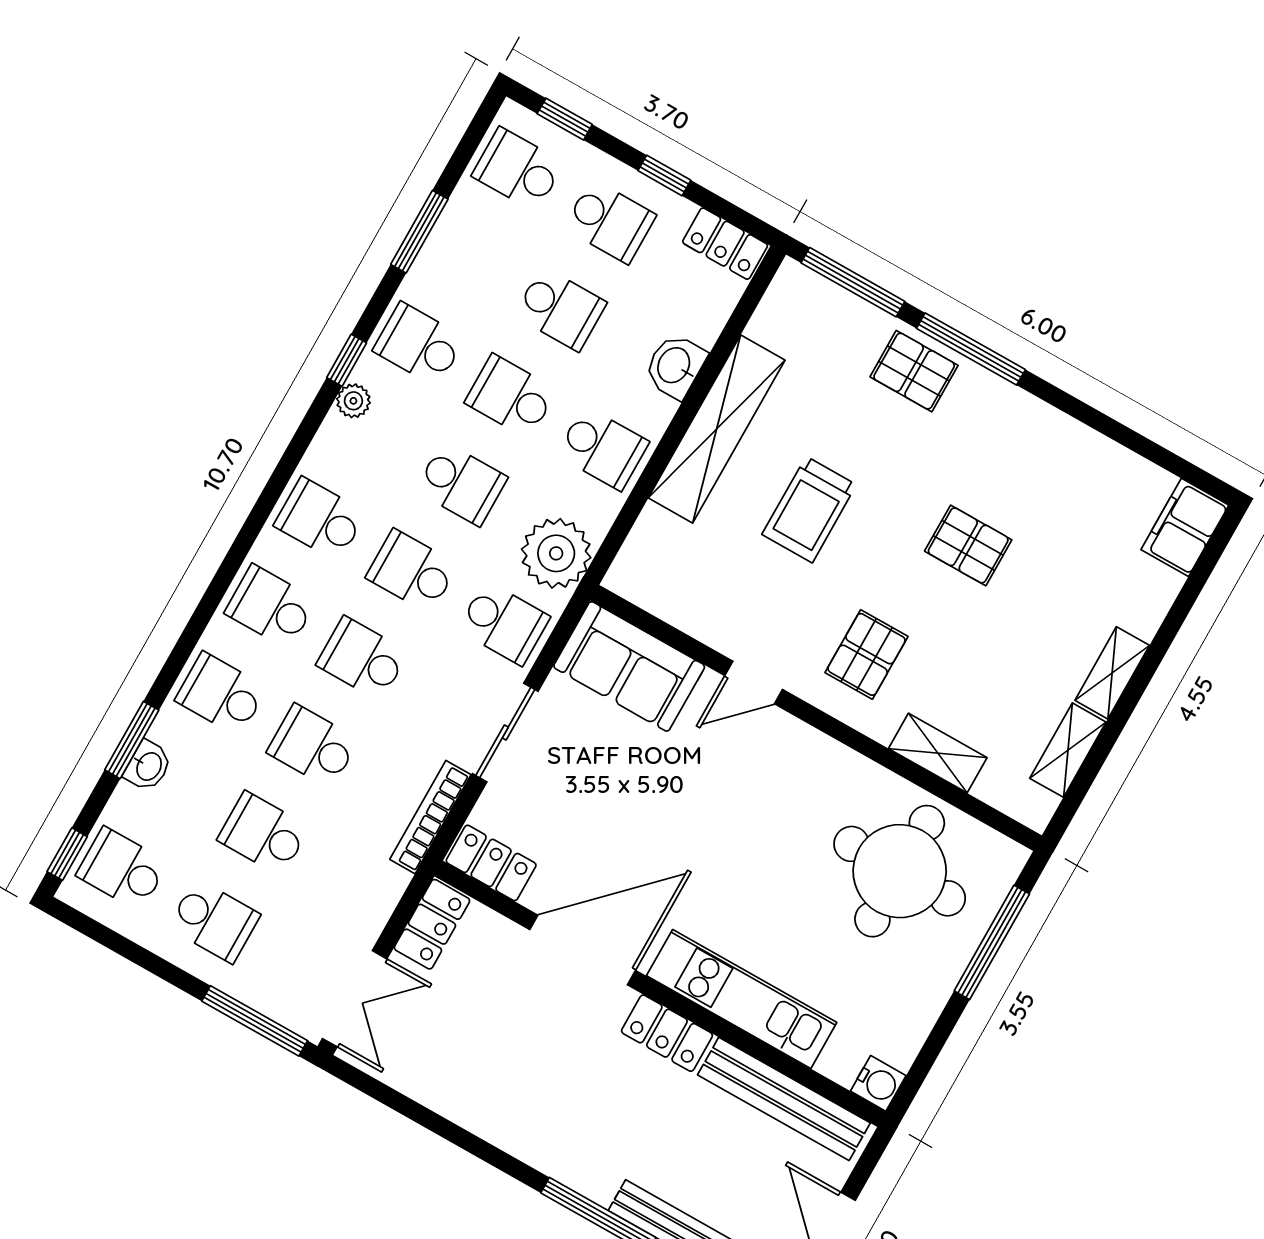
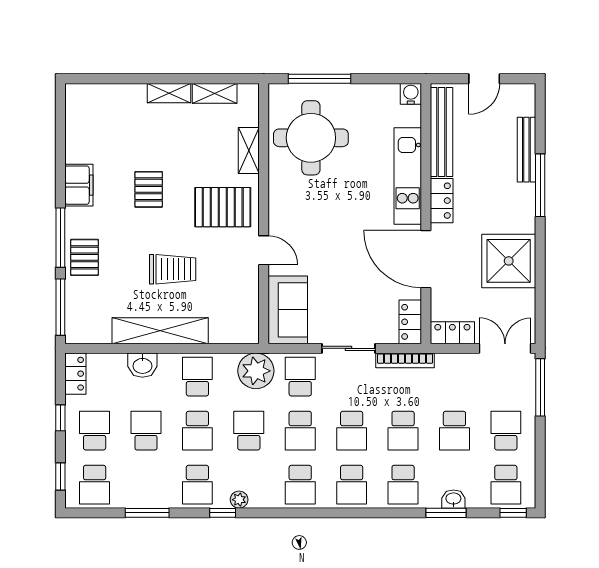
filing cabinet: (1185, 527) -> (79, 185), moved, turned -90
pallet: (867, 654) -> (223, 207), width x1.50, depth x1.42
shower: (500, 1089) -> (509, 261), added

